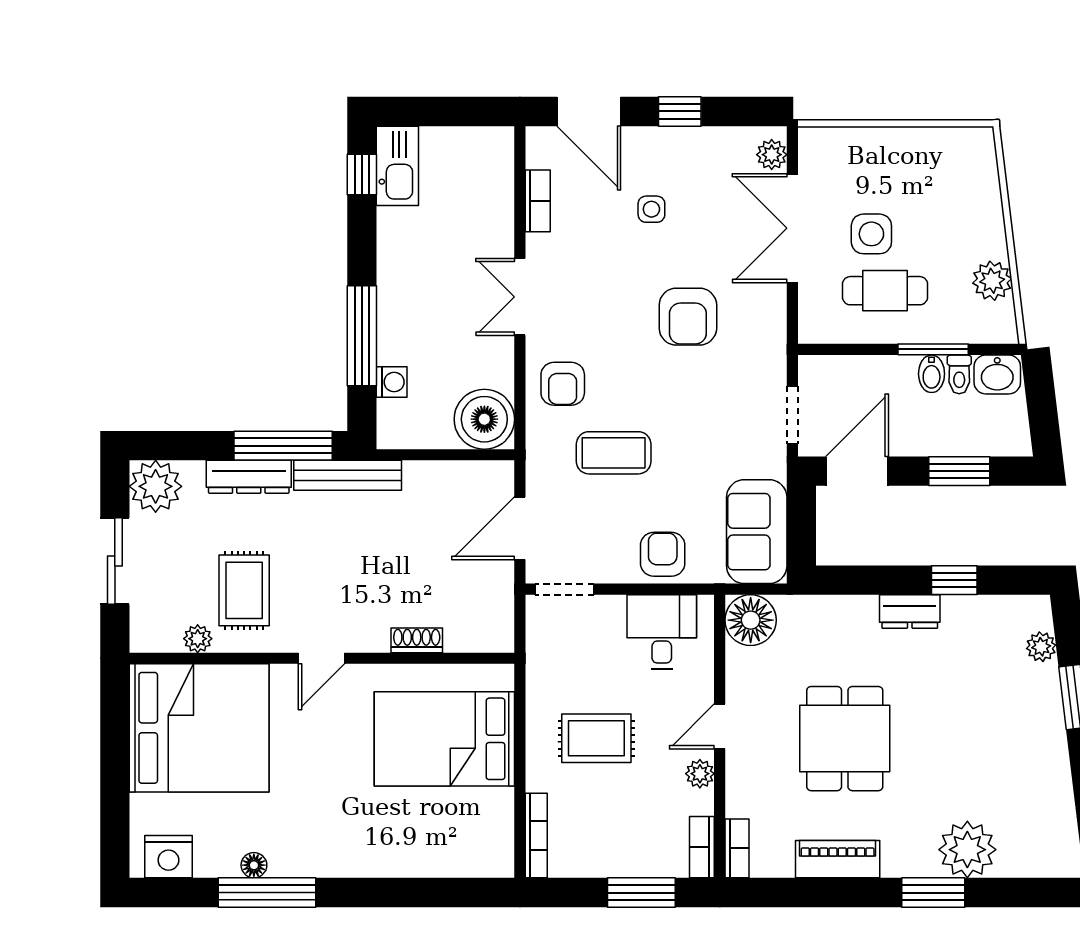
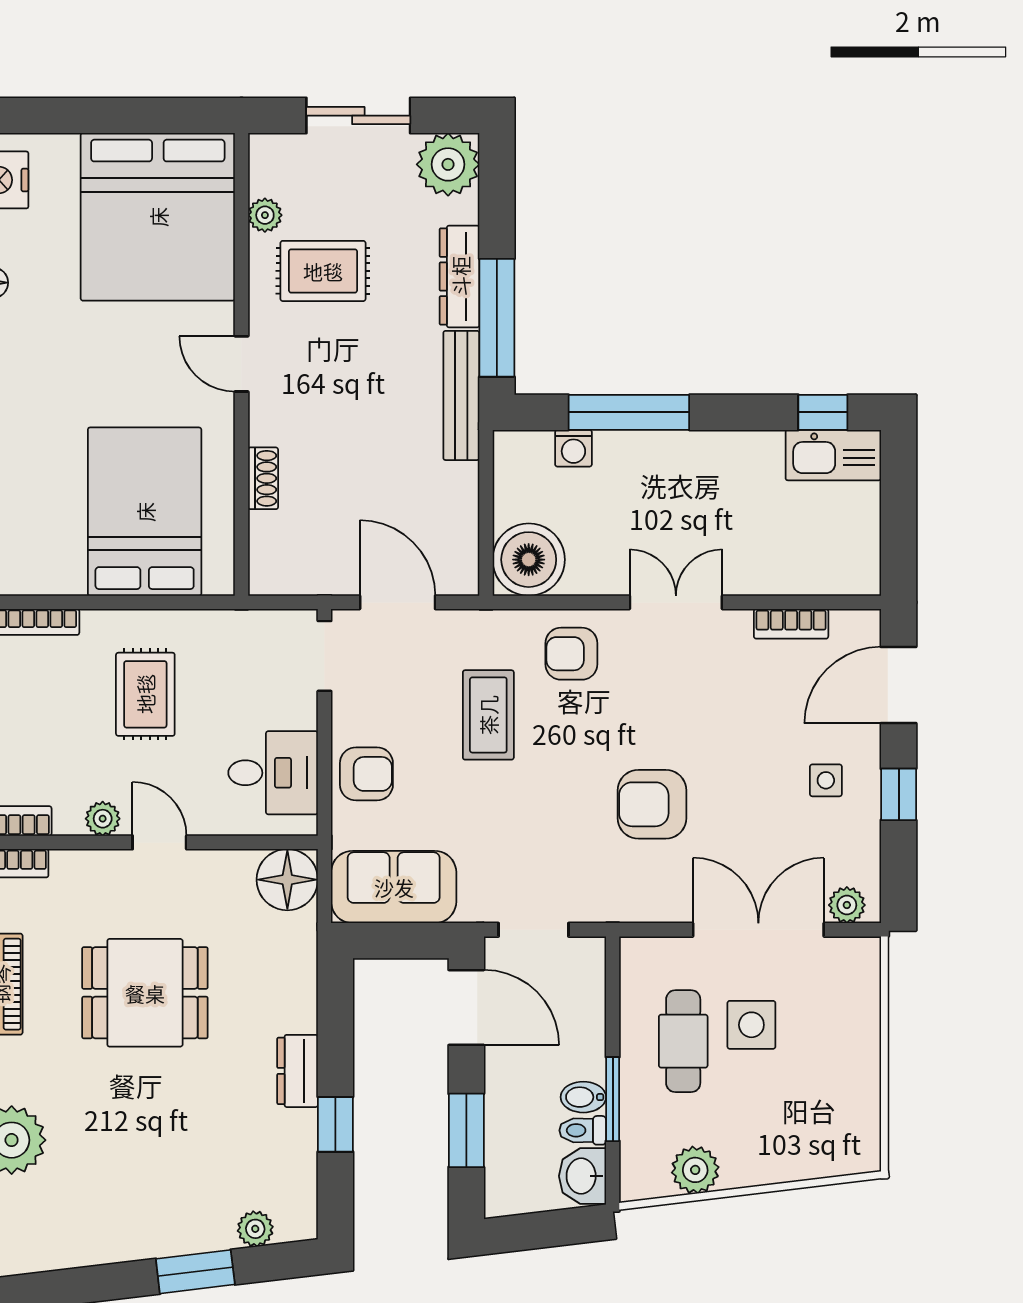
side table: (651, 209) -> (826, 780), moved

